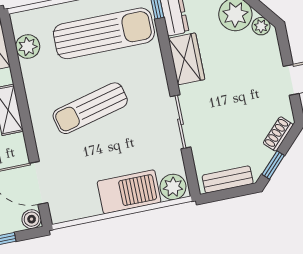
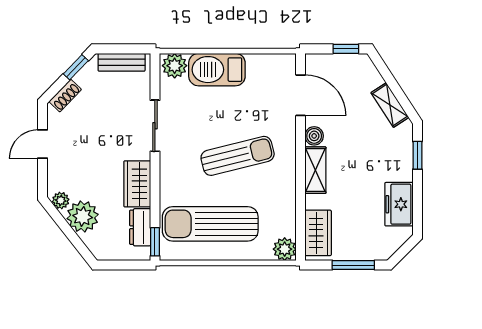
plant: (28, 47) -> (285, 249), moved
boiler: (32, 219) -> (314, 136), moved

